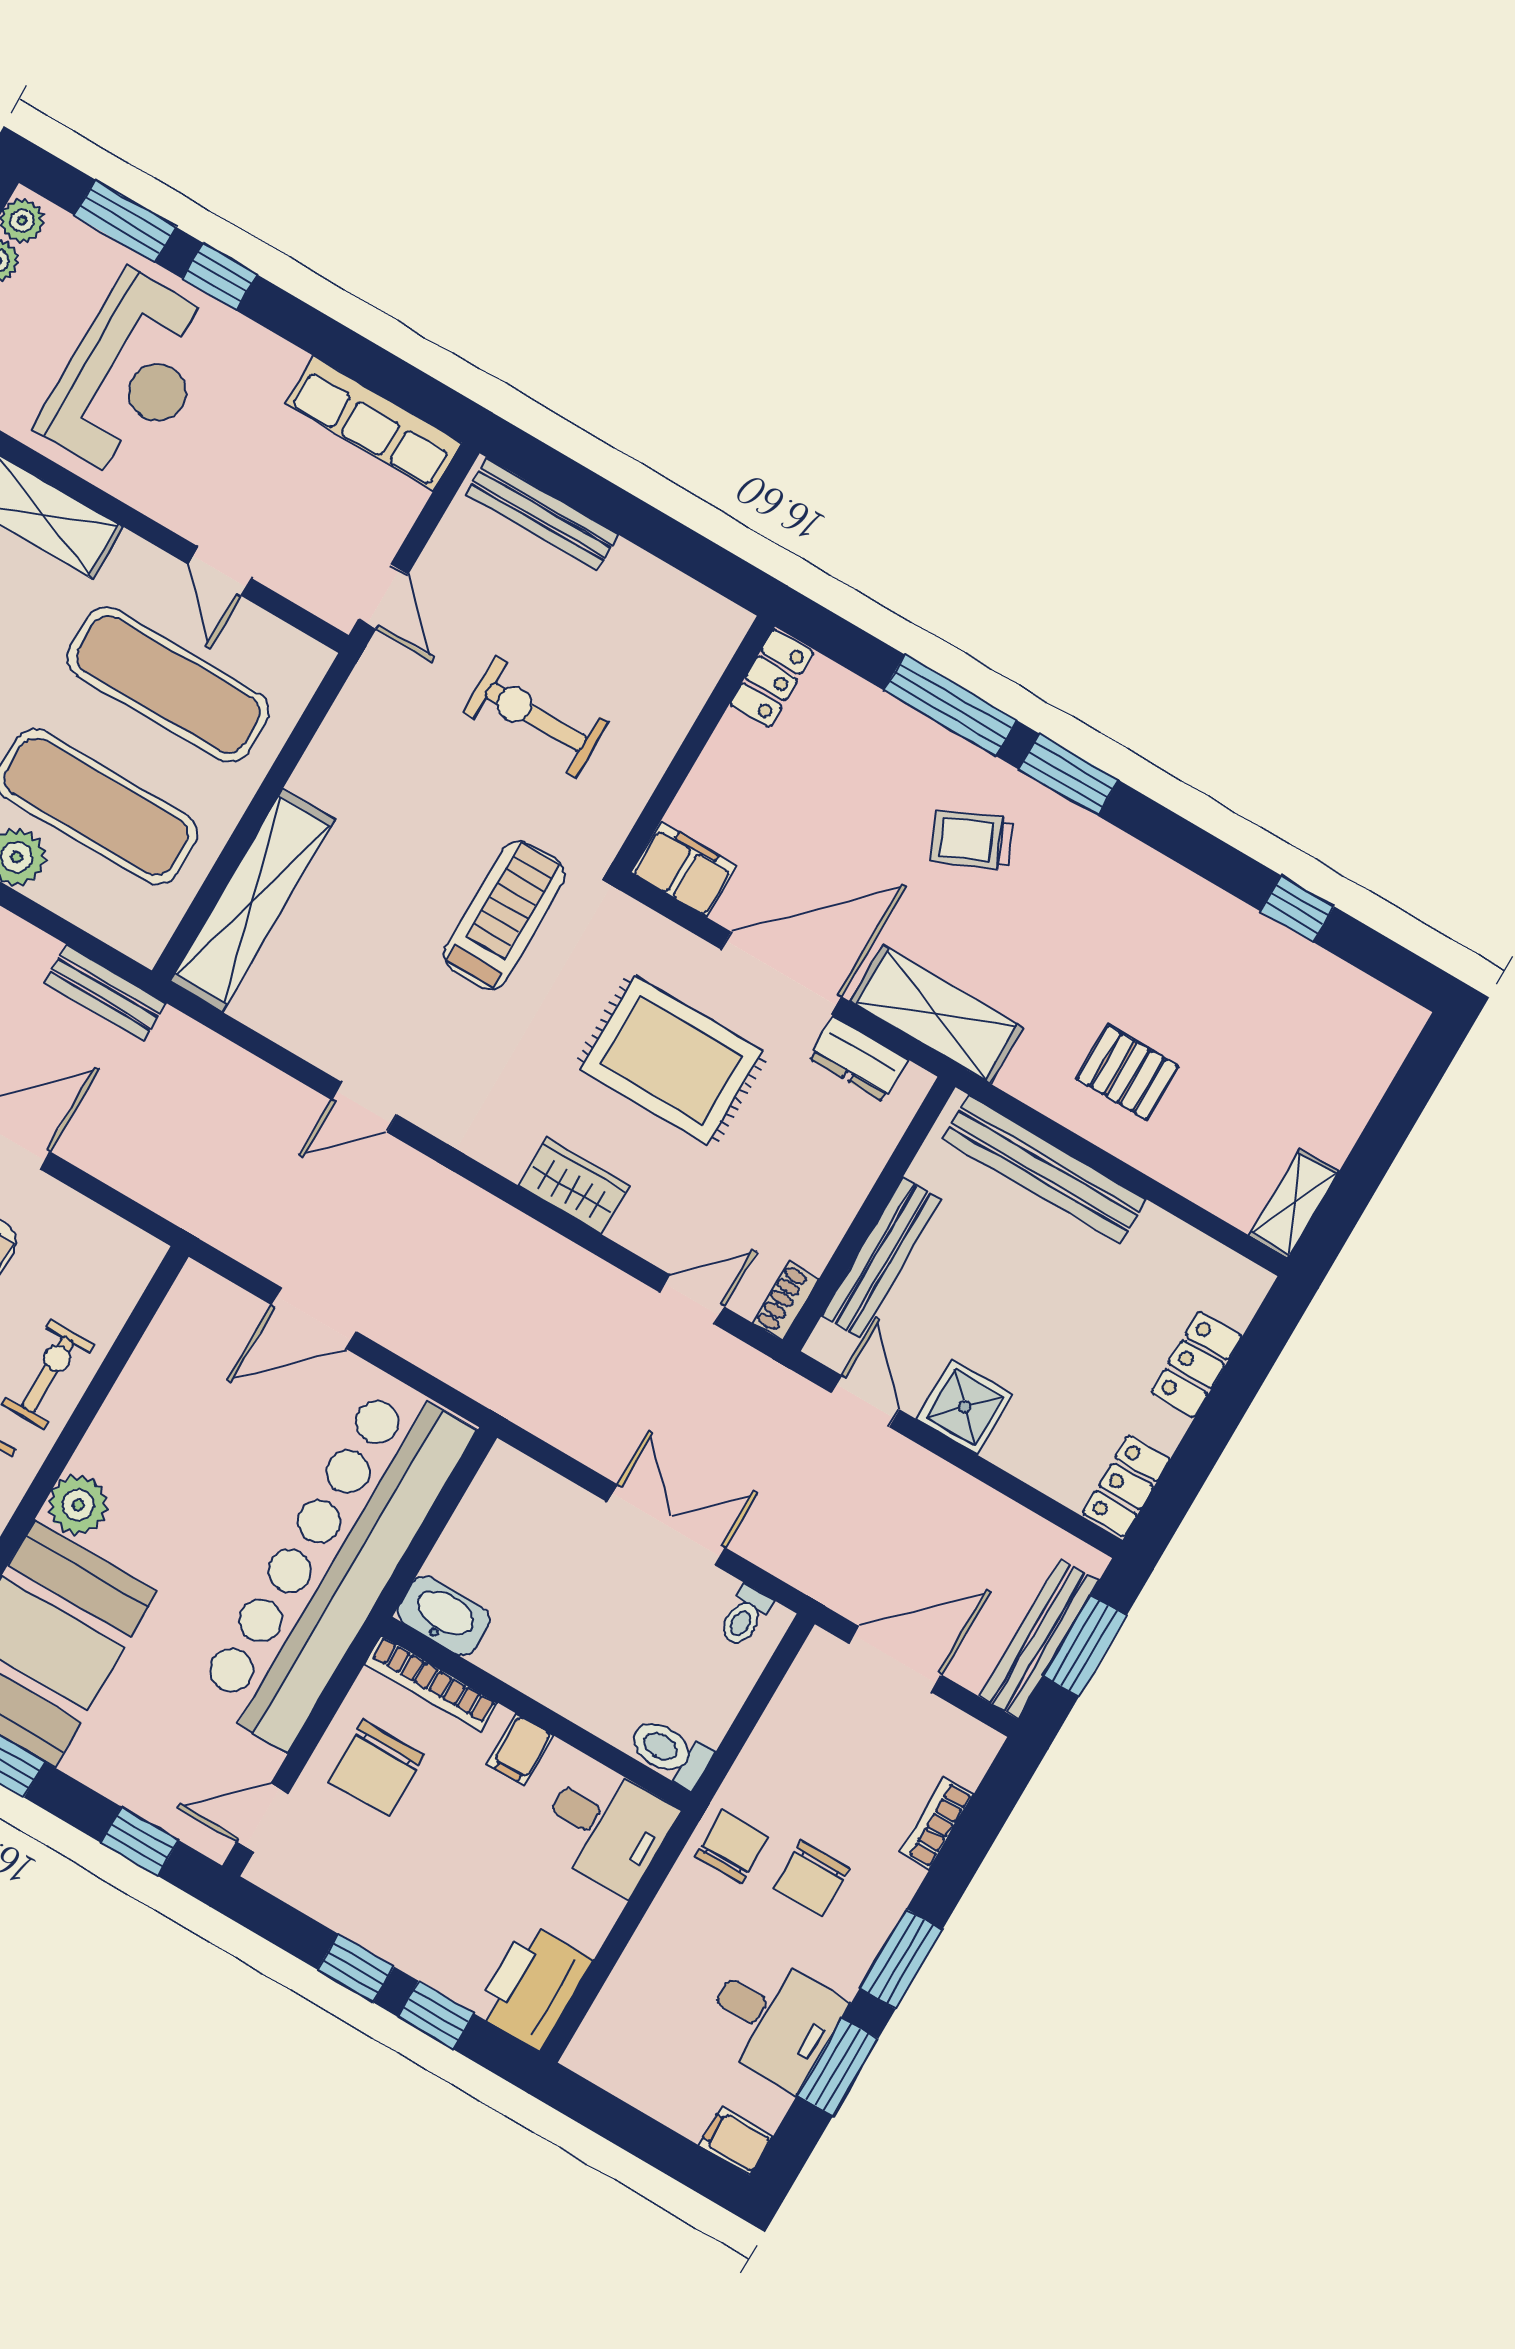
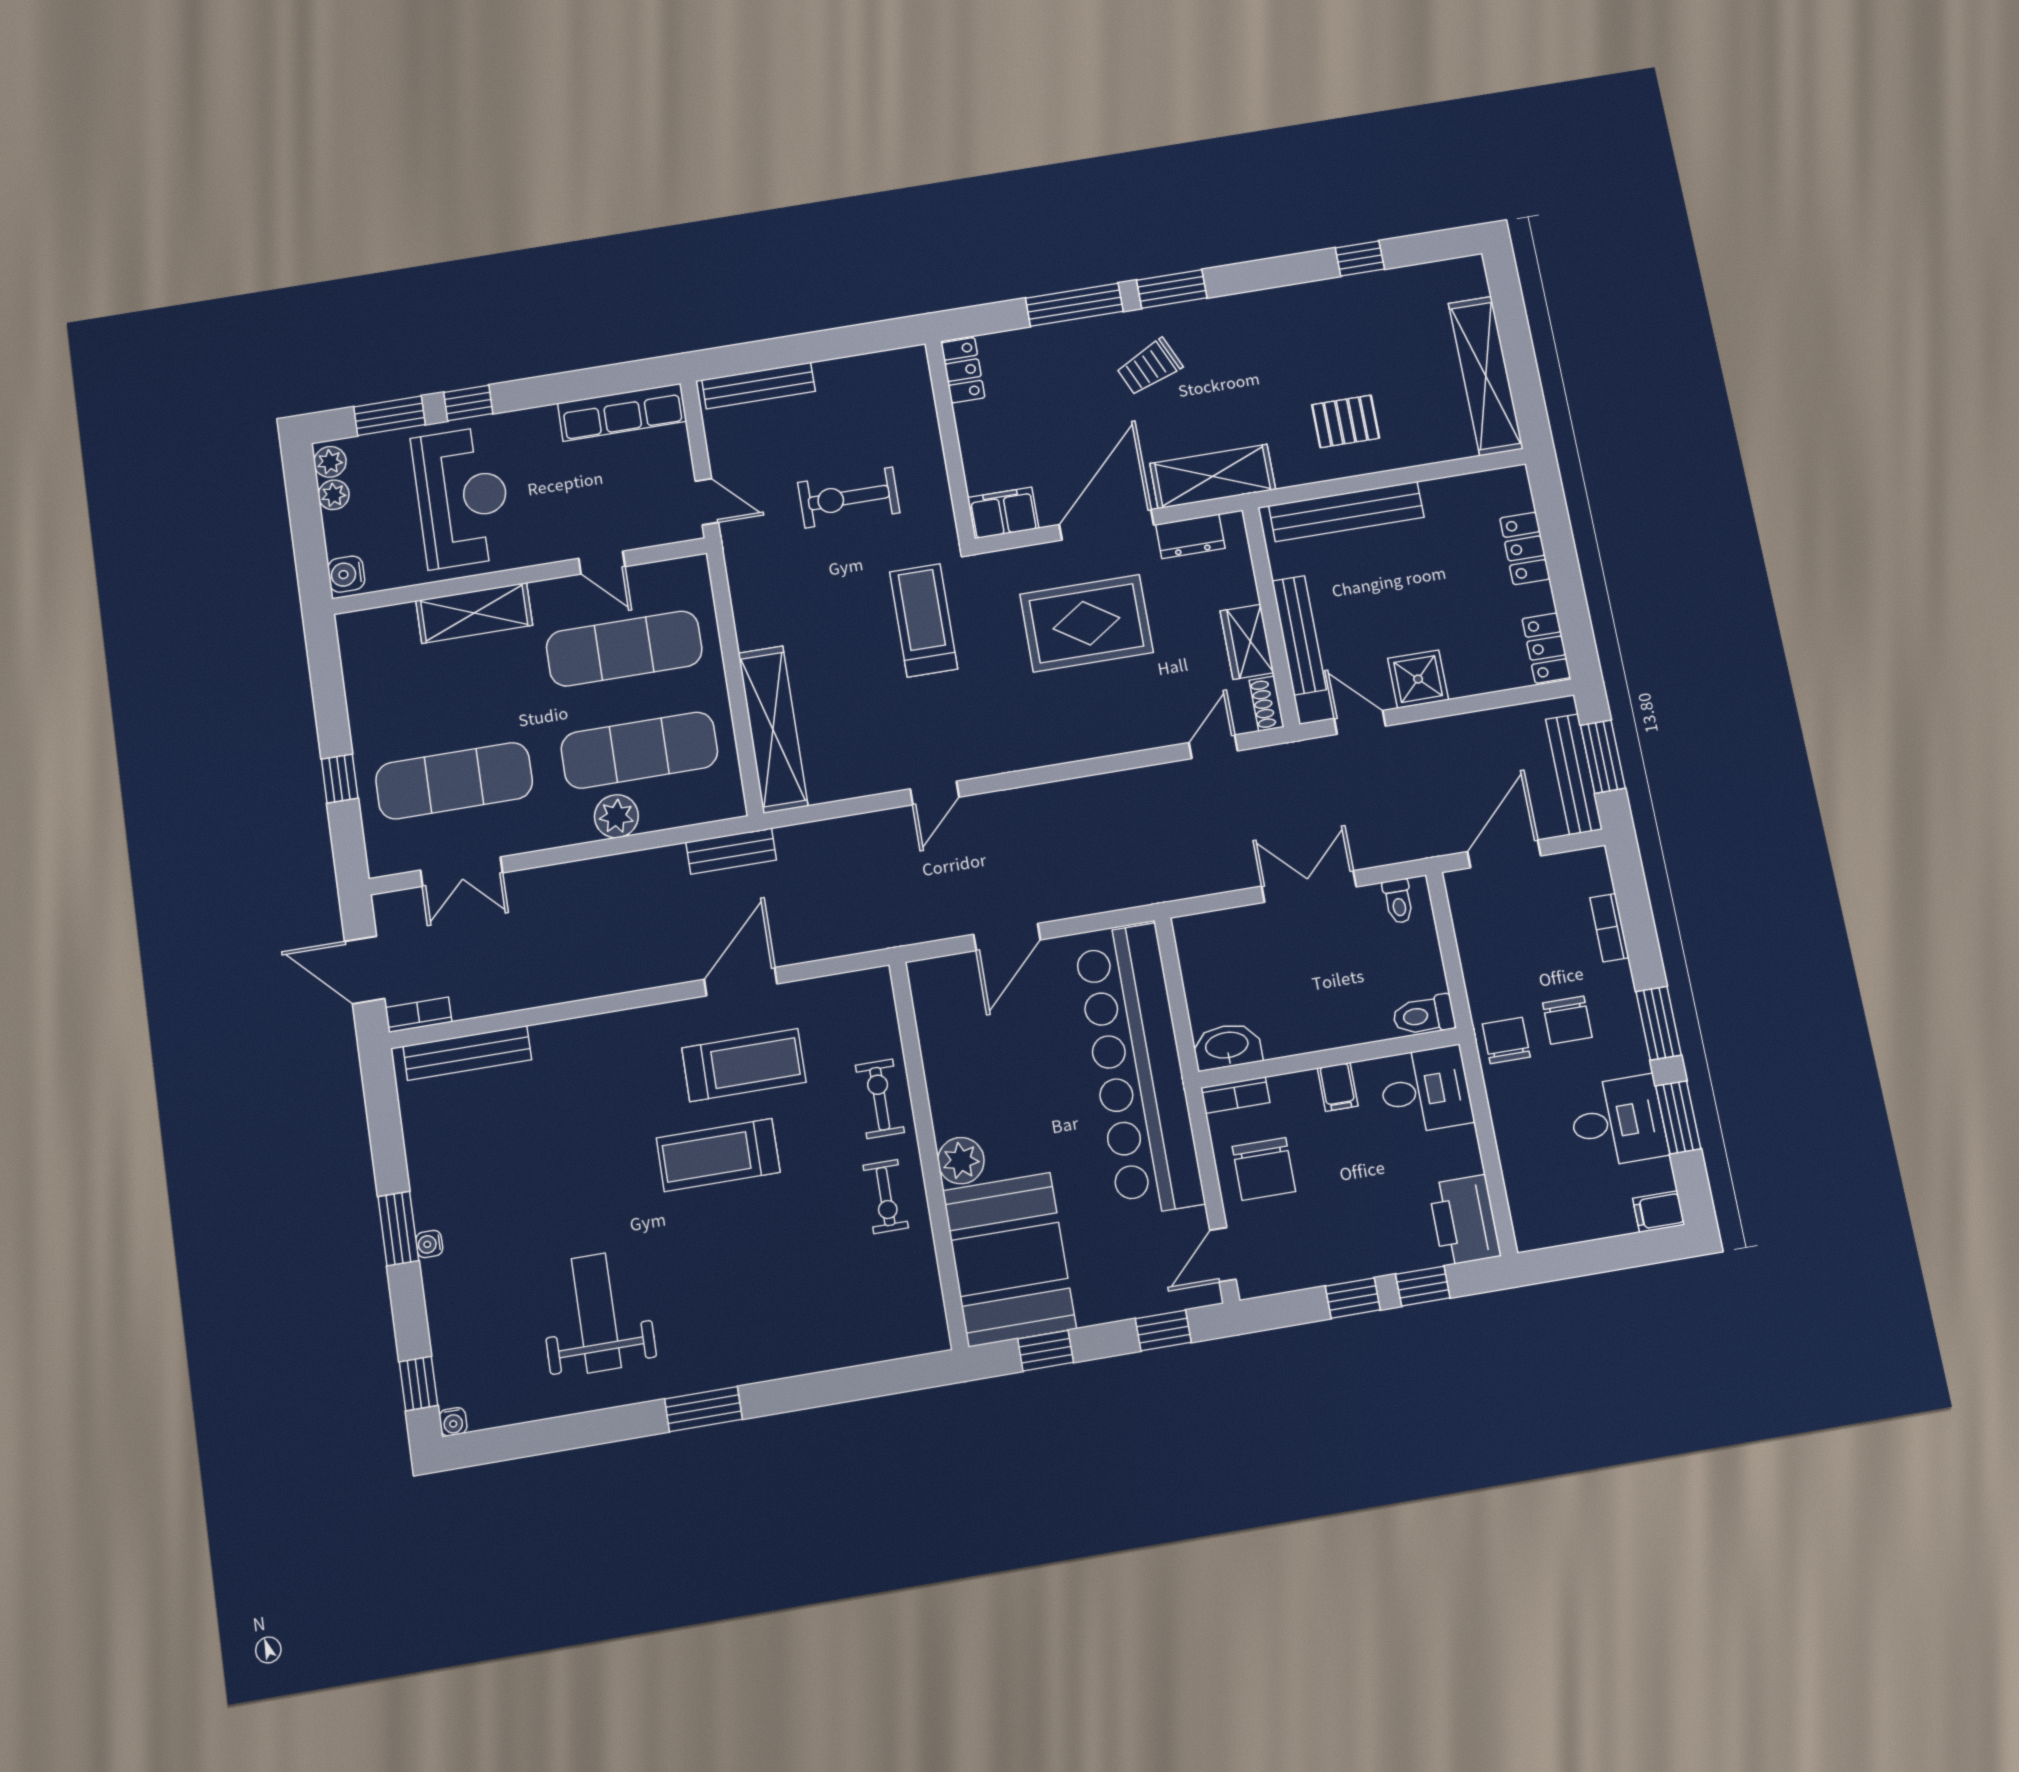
wardrobe: (574, 1186) -> (1247, 642), moved, turned -90
shelving: (1294, 1203) -> (1486, 376), width x2.20, depth x1.33
bookcase: (431, 1684) -> (1235, 1095), width x0.64

